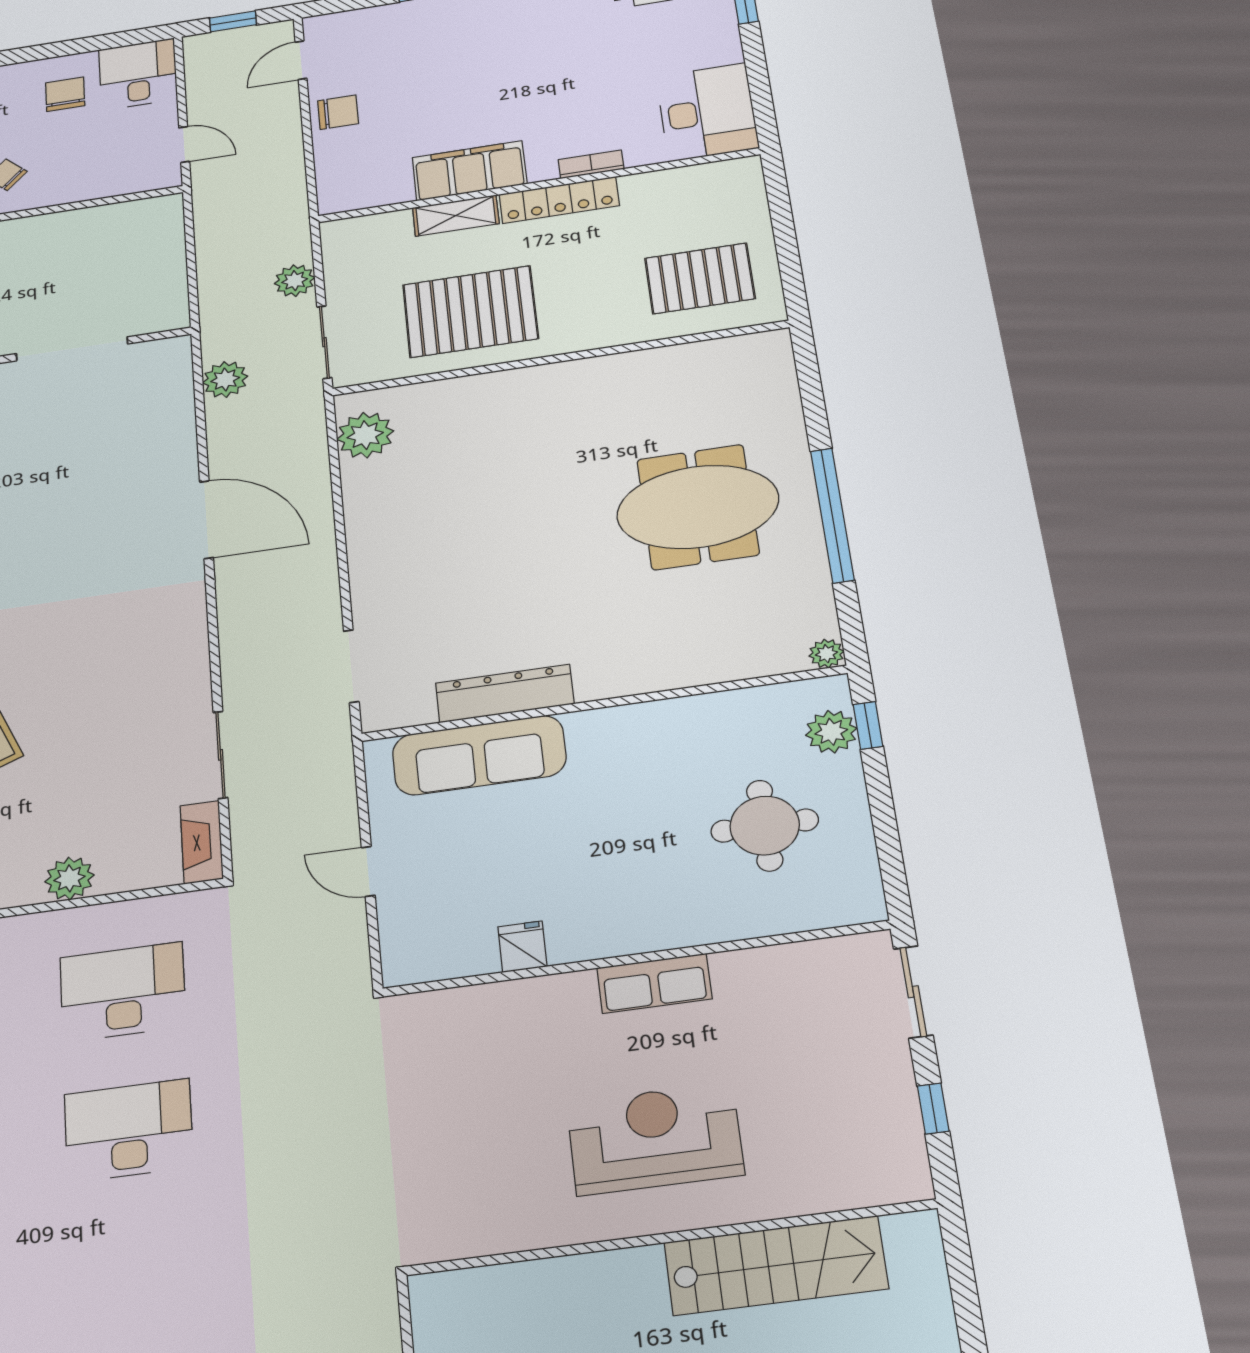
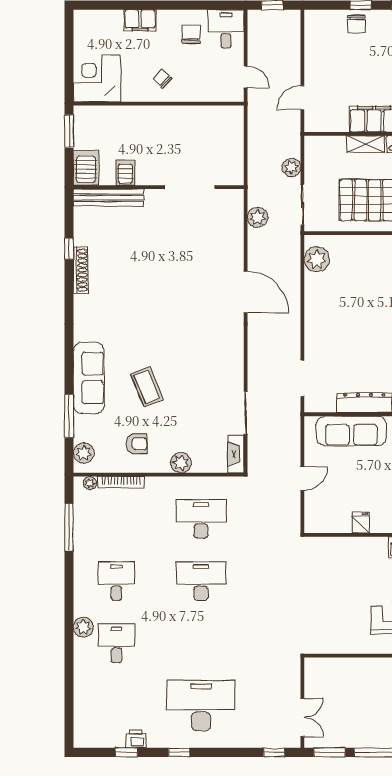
door: (301, 60) -> (302, 98), moved
chair: (338, 112) -> (356, 24), moved, turned 90
door: (368, 871) -> (302, 479), swing flipped

